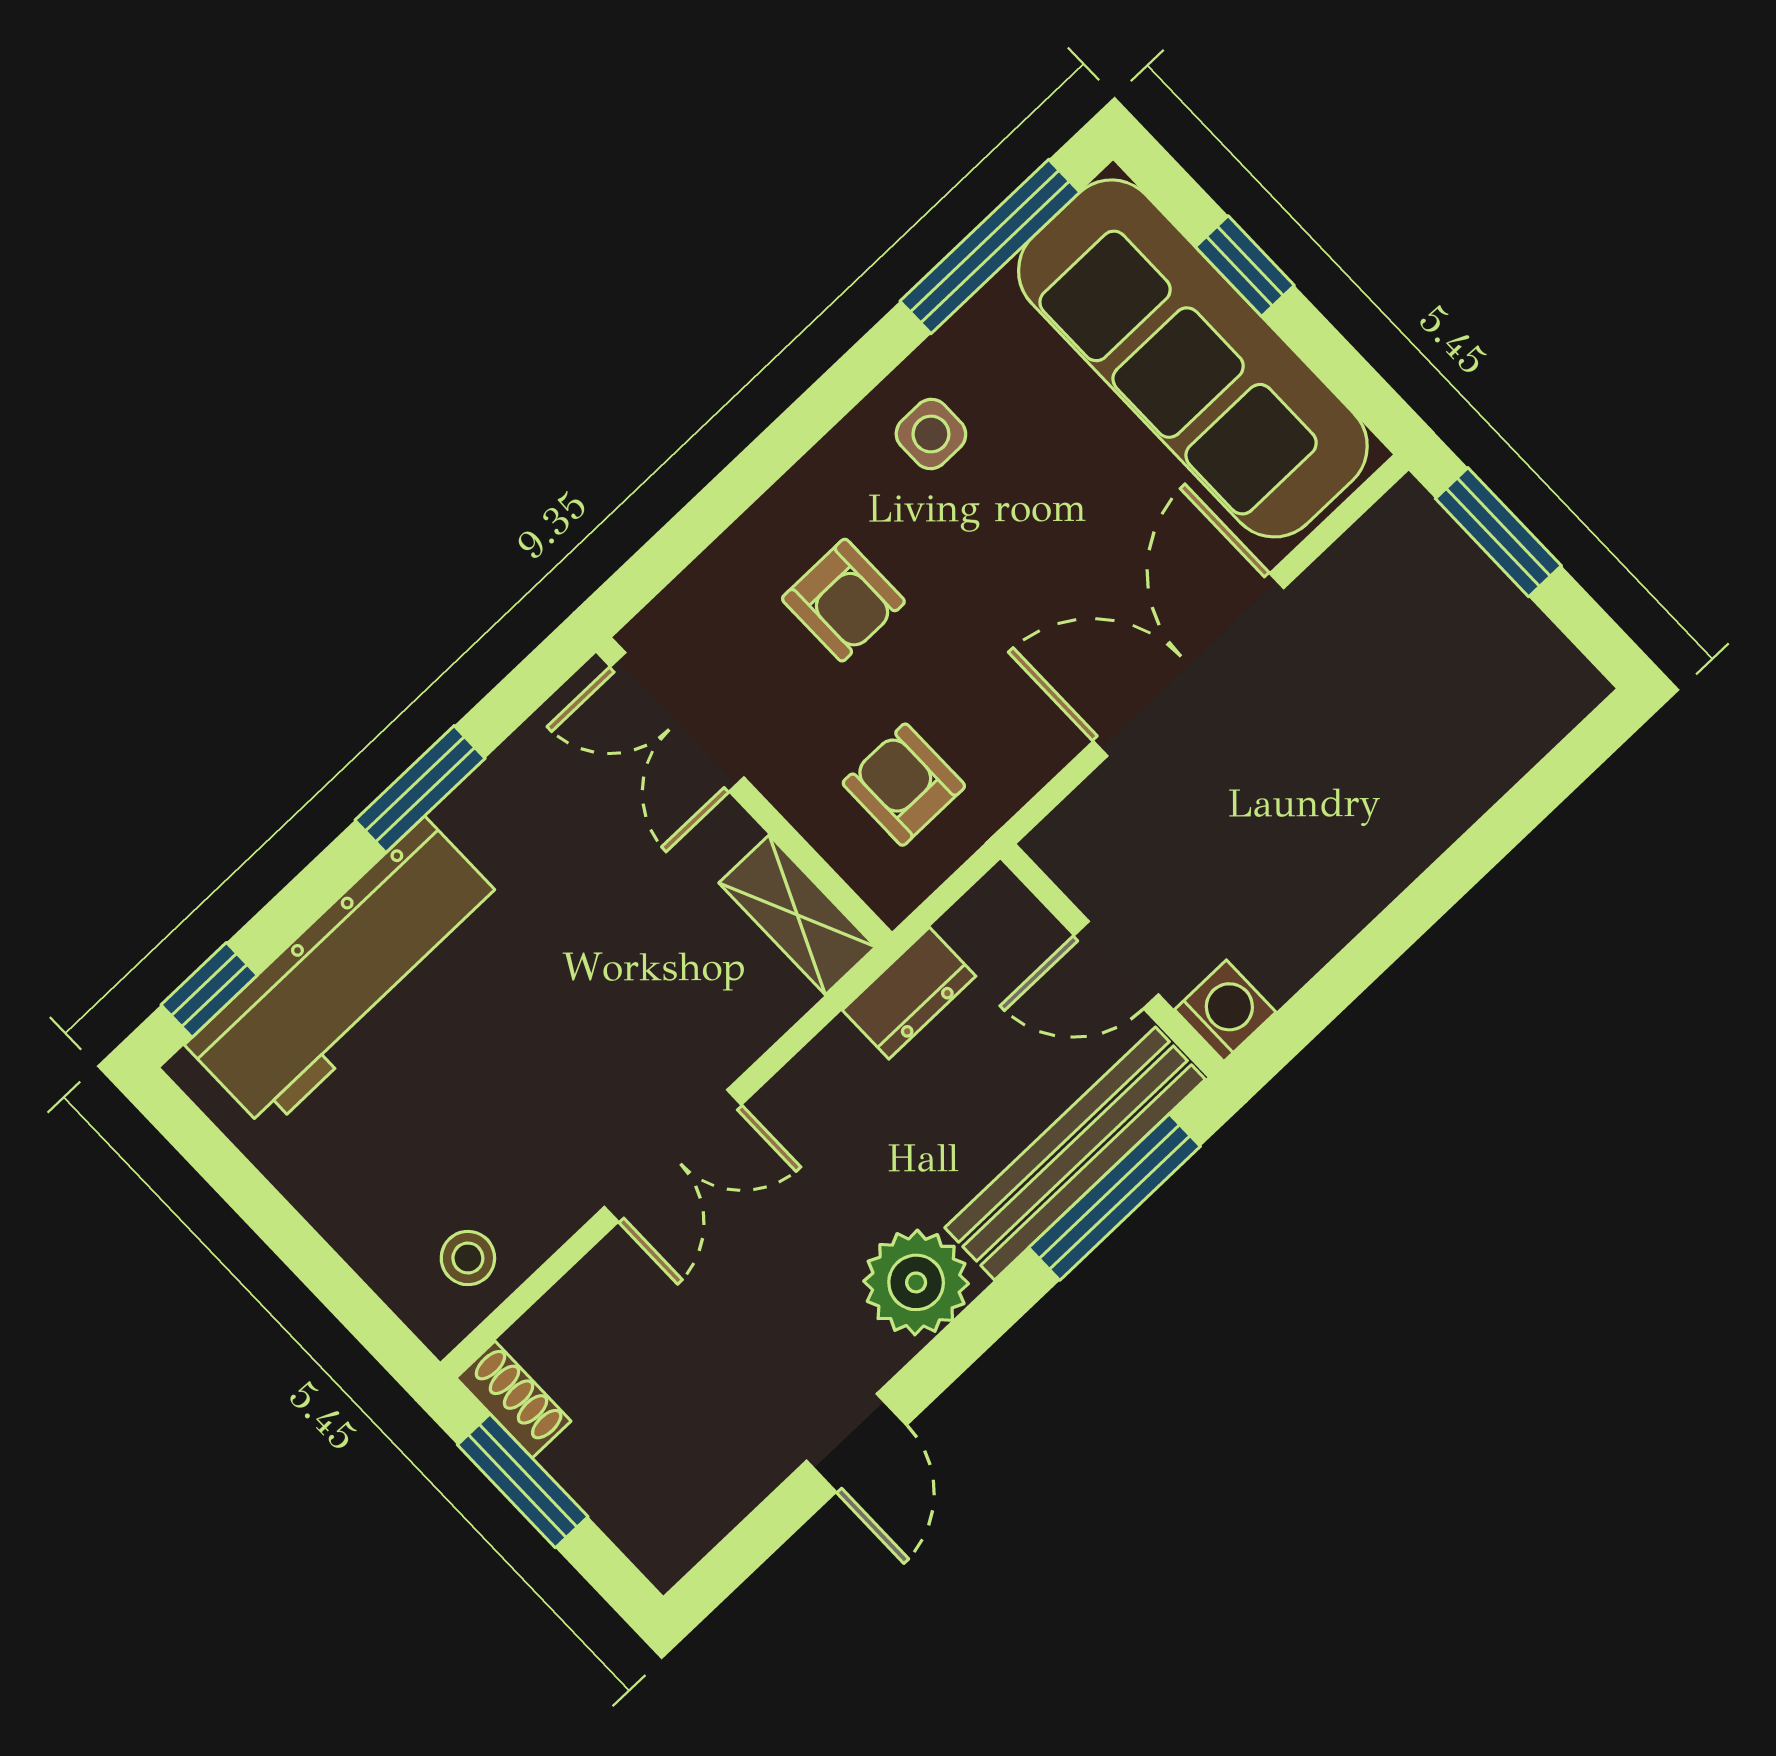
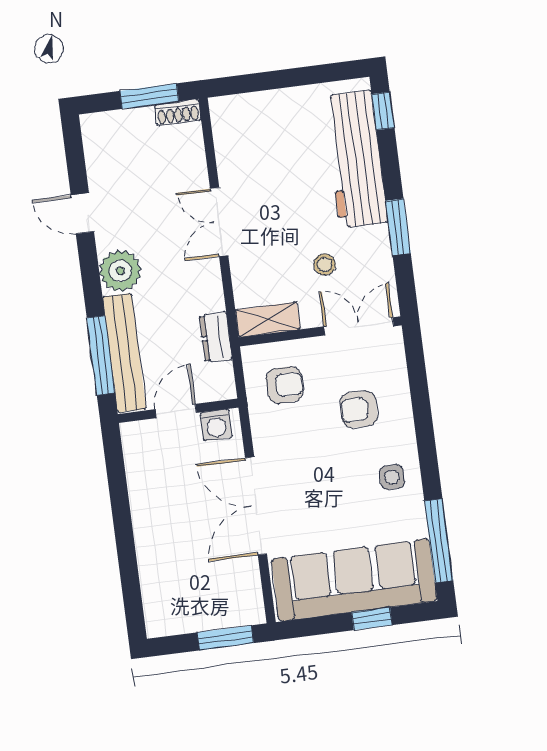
double door: (1189, 665) -> (256, 506), swing flipped
washing machine: (1225, 1011) -> (216, 425), moved
stool: (468, 1258) -> (325, 265), moved

